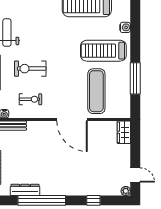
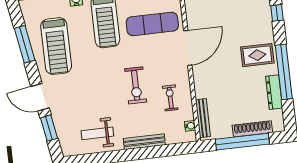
exercise bike: (30, 69) -> (136, 85), moved
rug: (59, 179) -> (257, 55), added

